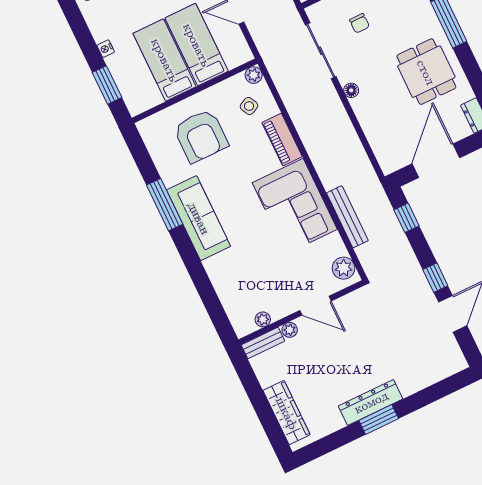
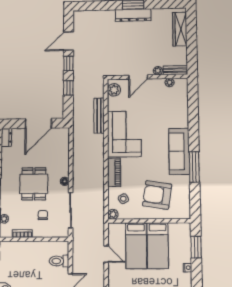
dining table: (426, 72) -> (34, 184), moved
armchair: (201, 136) -> (157, 195), turned -81
window: (407, 218) -> (68, 88), moved
door: (315, 306) -> (138, 77), swing flipped

